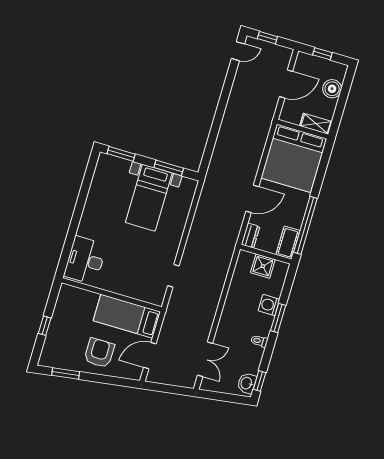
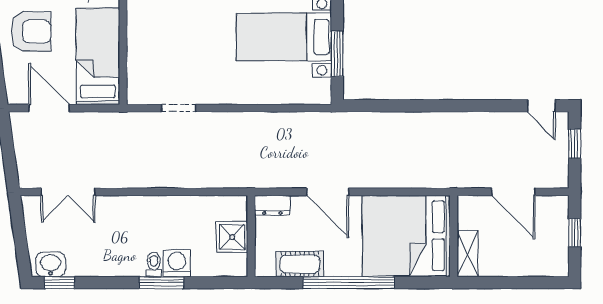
boiler: (332, 89) -> (527, 262), removed
window: (305, 225) -> (349, 283), moved
cot: (288, 243) -> (300, 264), moved
toilet: (259, 341) -> (154, 264), moved

